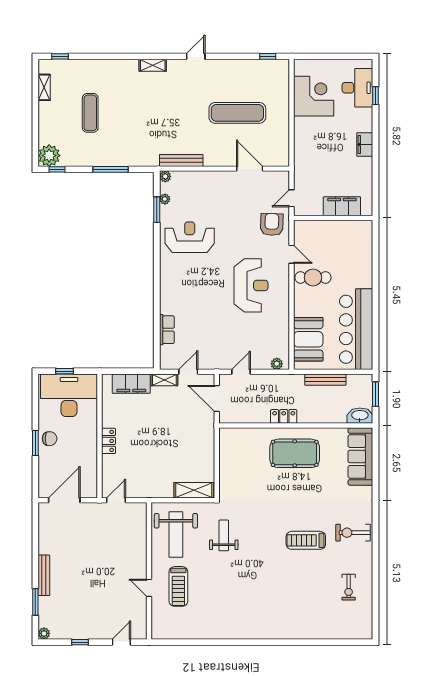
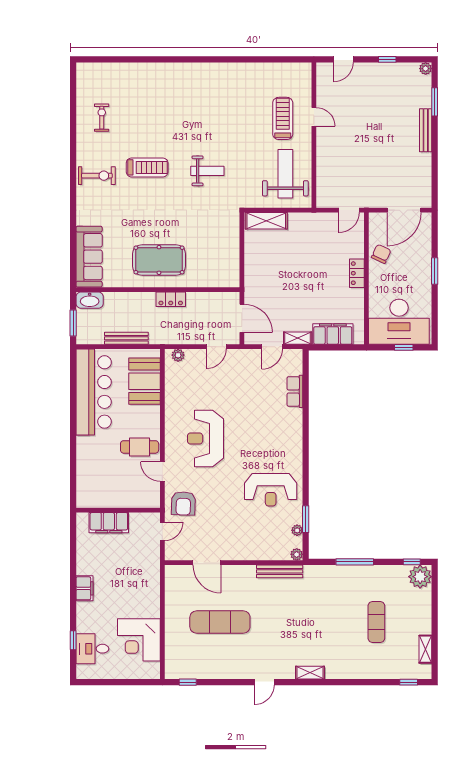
desk: (357, 88) -> (92, 649), width x0.73
chair: (50, 439) -> (381, 254), moved, turned 115
weight bench: (224, 535) -> (207, 171), moved, turned -90

